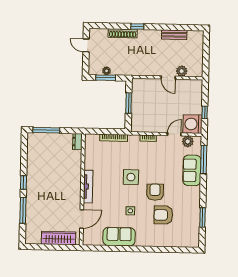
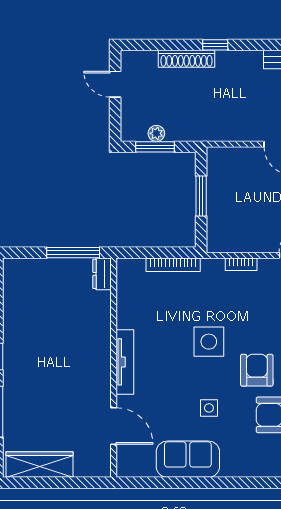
window: (46, 130) -> (73, 253), moved
door: (82, 219) -> (114, 426), hinge flipped
wardrobe: (58, 238) -> (39, 465), moved

